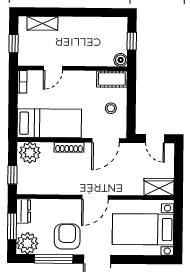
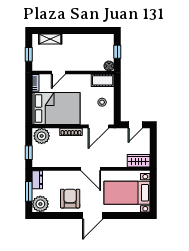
bed: (49, 123) -> (56, 108), width x1.50
door: (155, 139) -> (135, 125), hinge flipped
door: (95, 197) -> (91, 169), hinge flipped
window: (54, 259) -> (60, 215), removed

